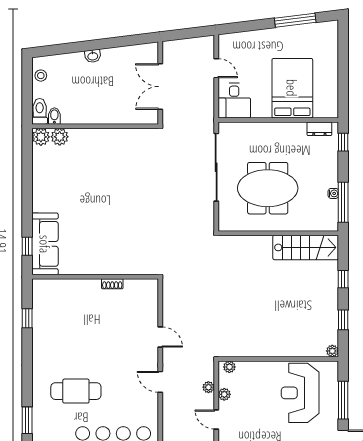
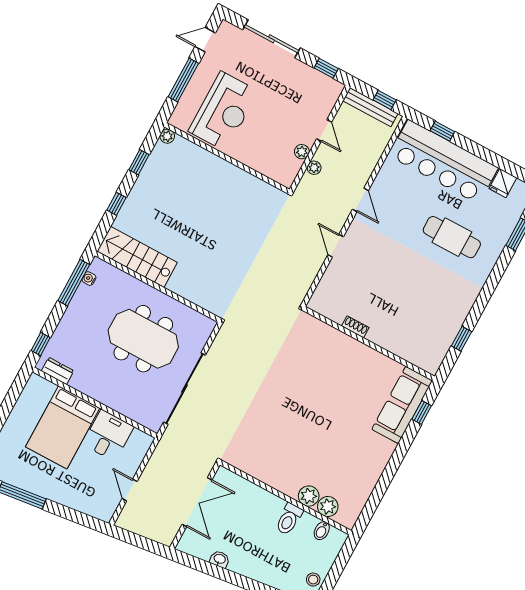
washbasin: (93, 56) -> (220, 559), moved
desk: (234, 101) -> (108, 435), moved
toilet: (40, 111) -> (289, 519), moved
plant: (41, 137) -> (309, 496), moved
water cooler: (333, 193) -> (89, 279), moved
plant: (229, 367) -> (281, 177), removed

